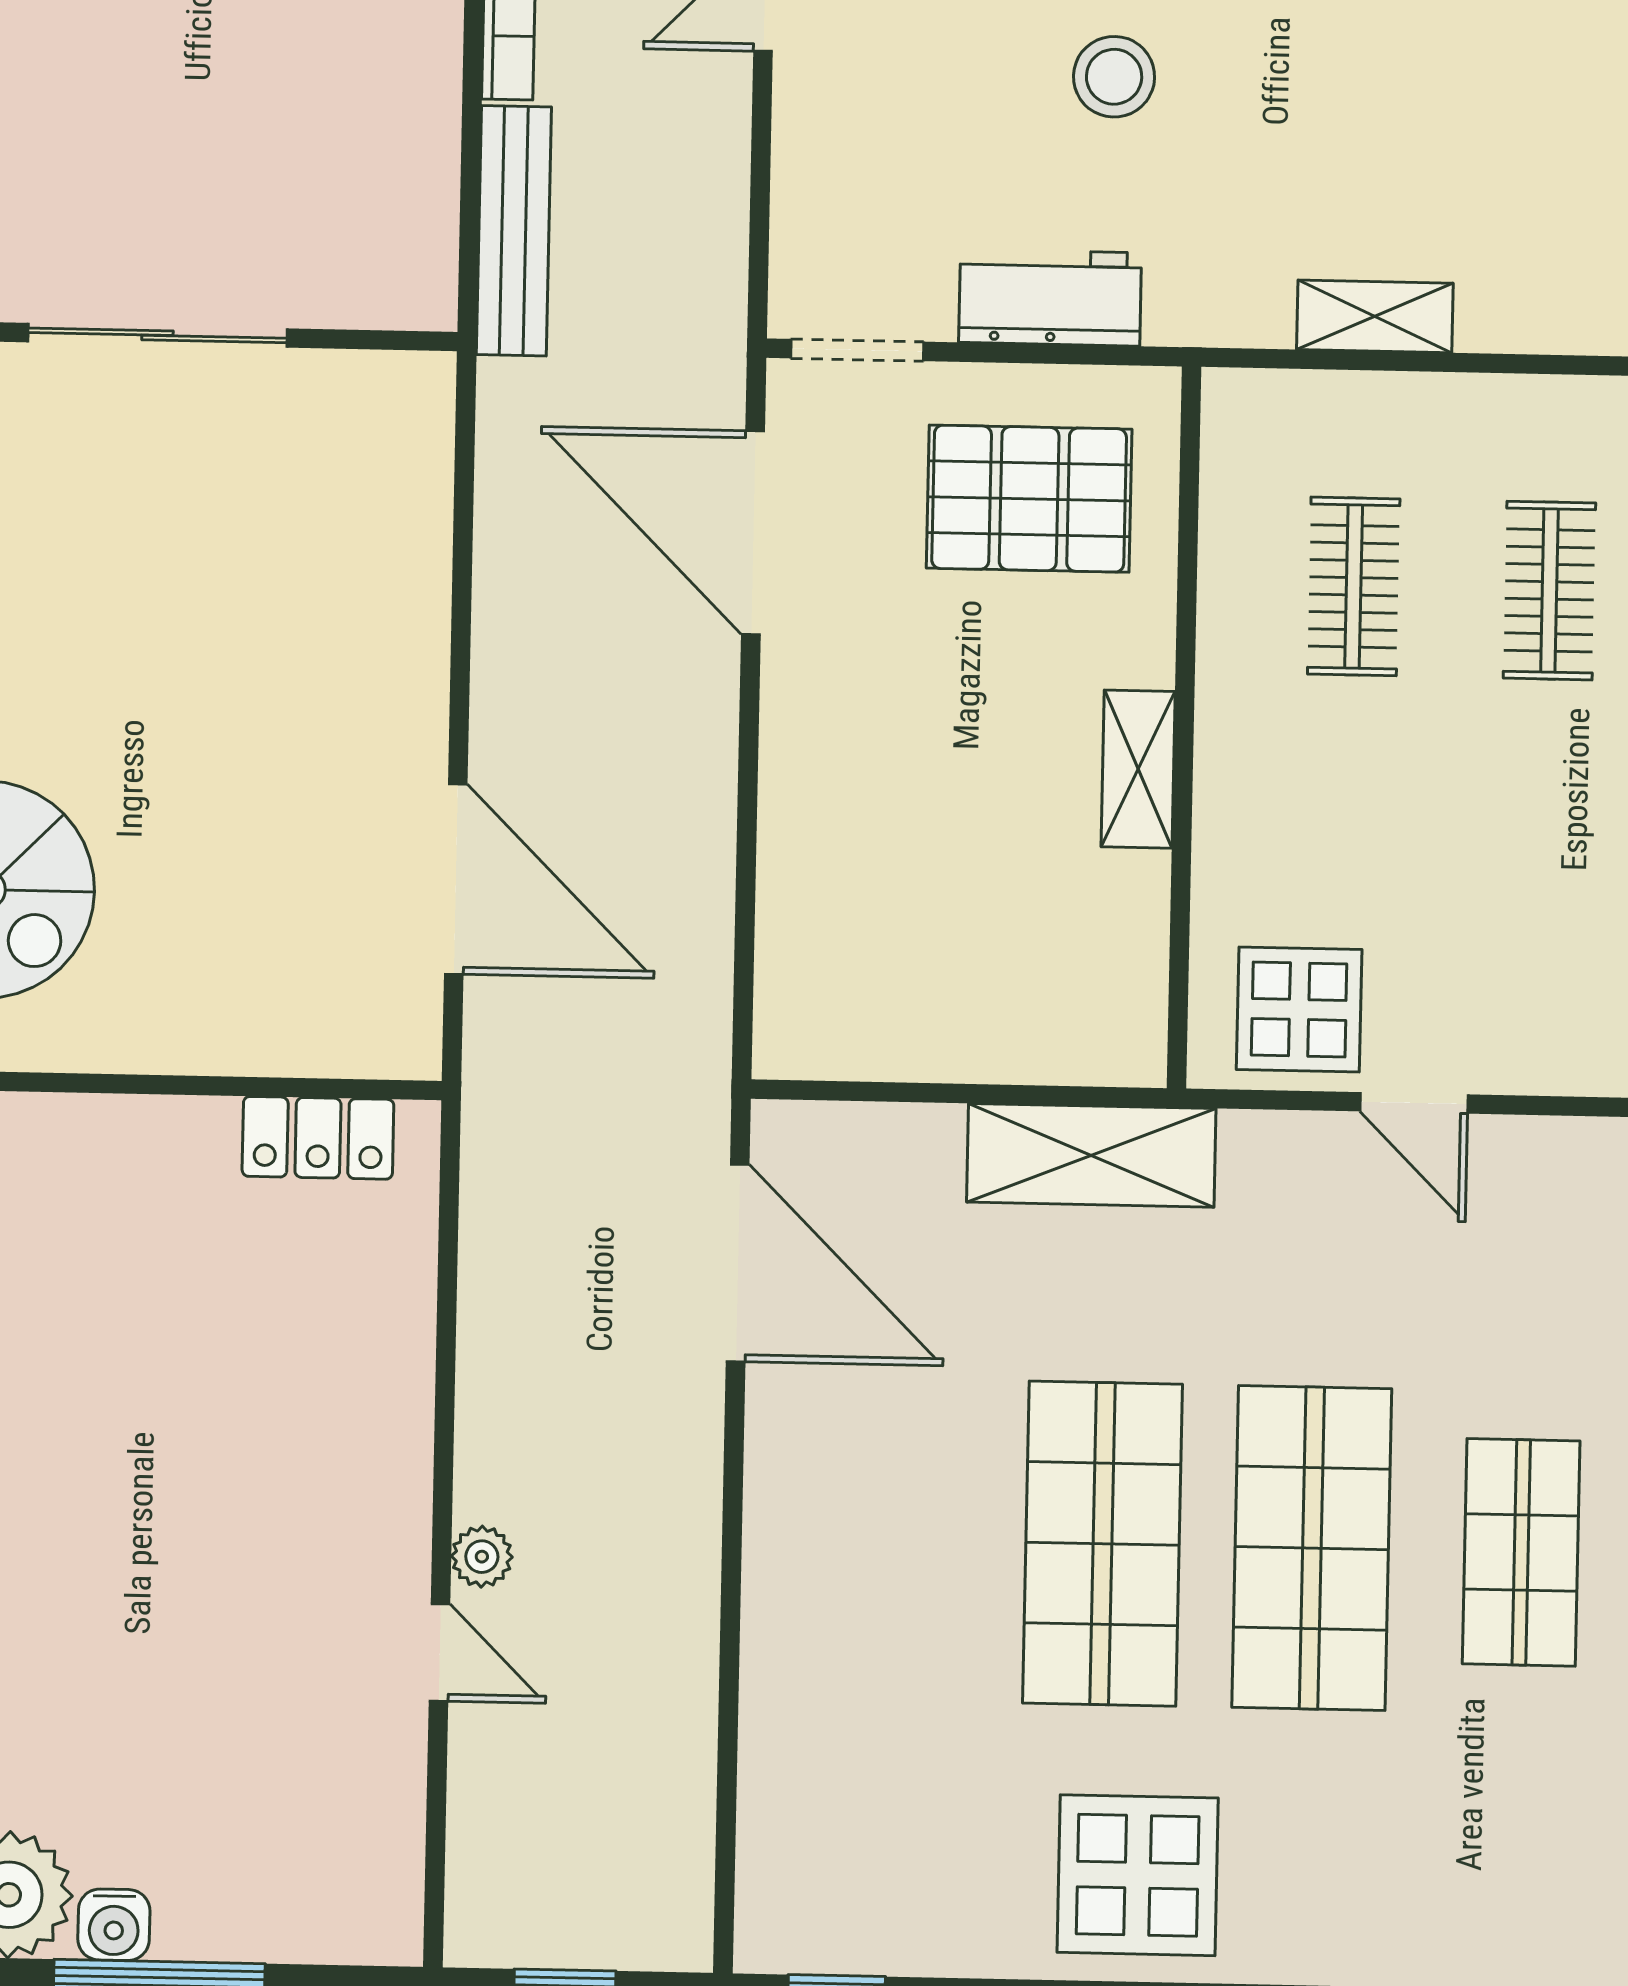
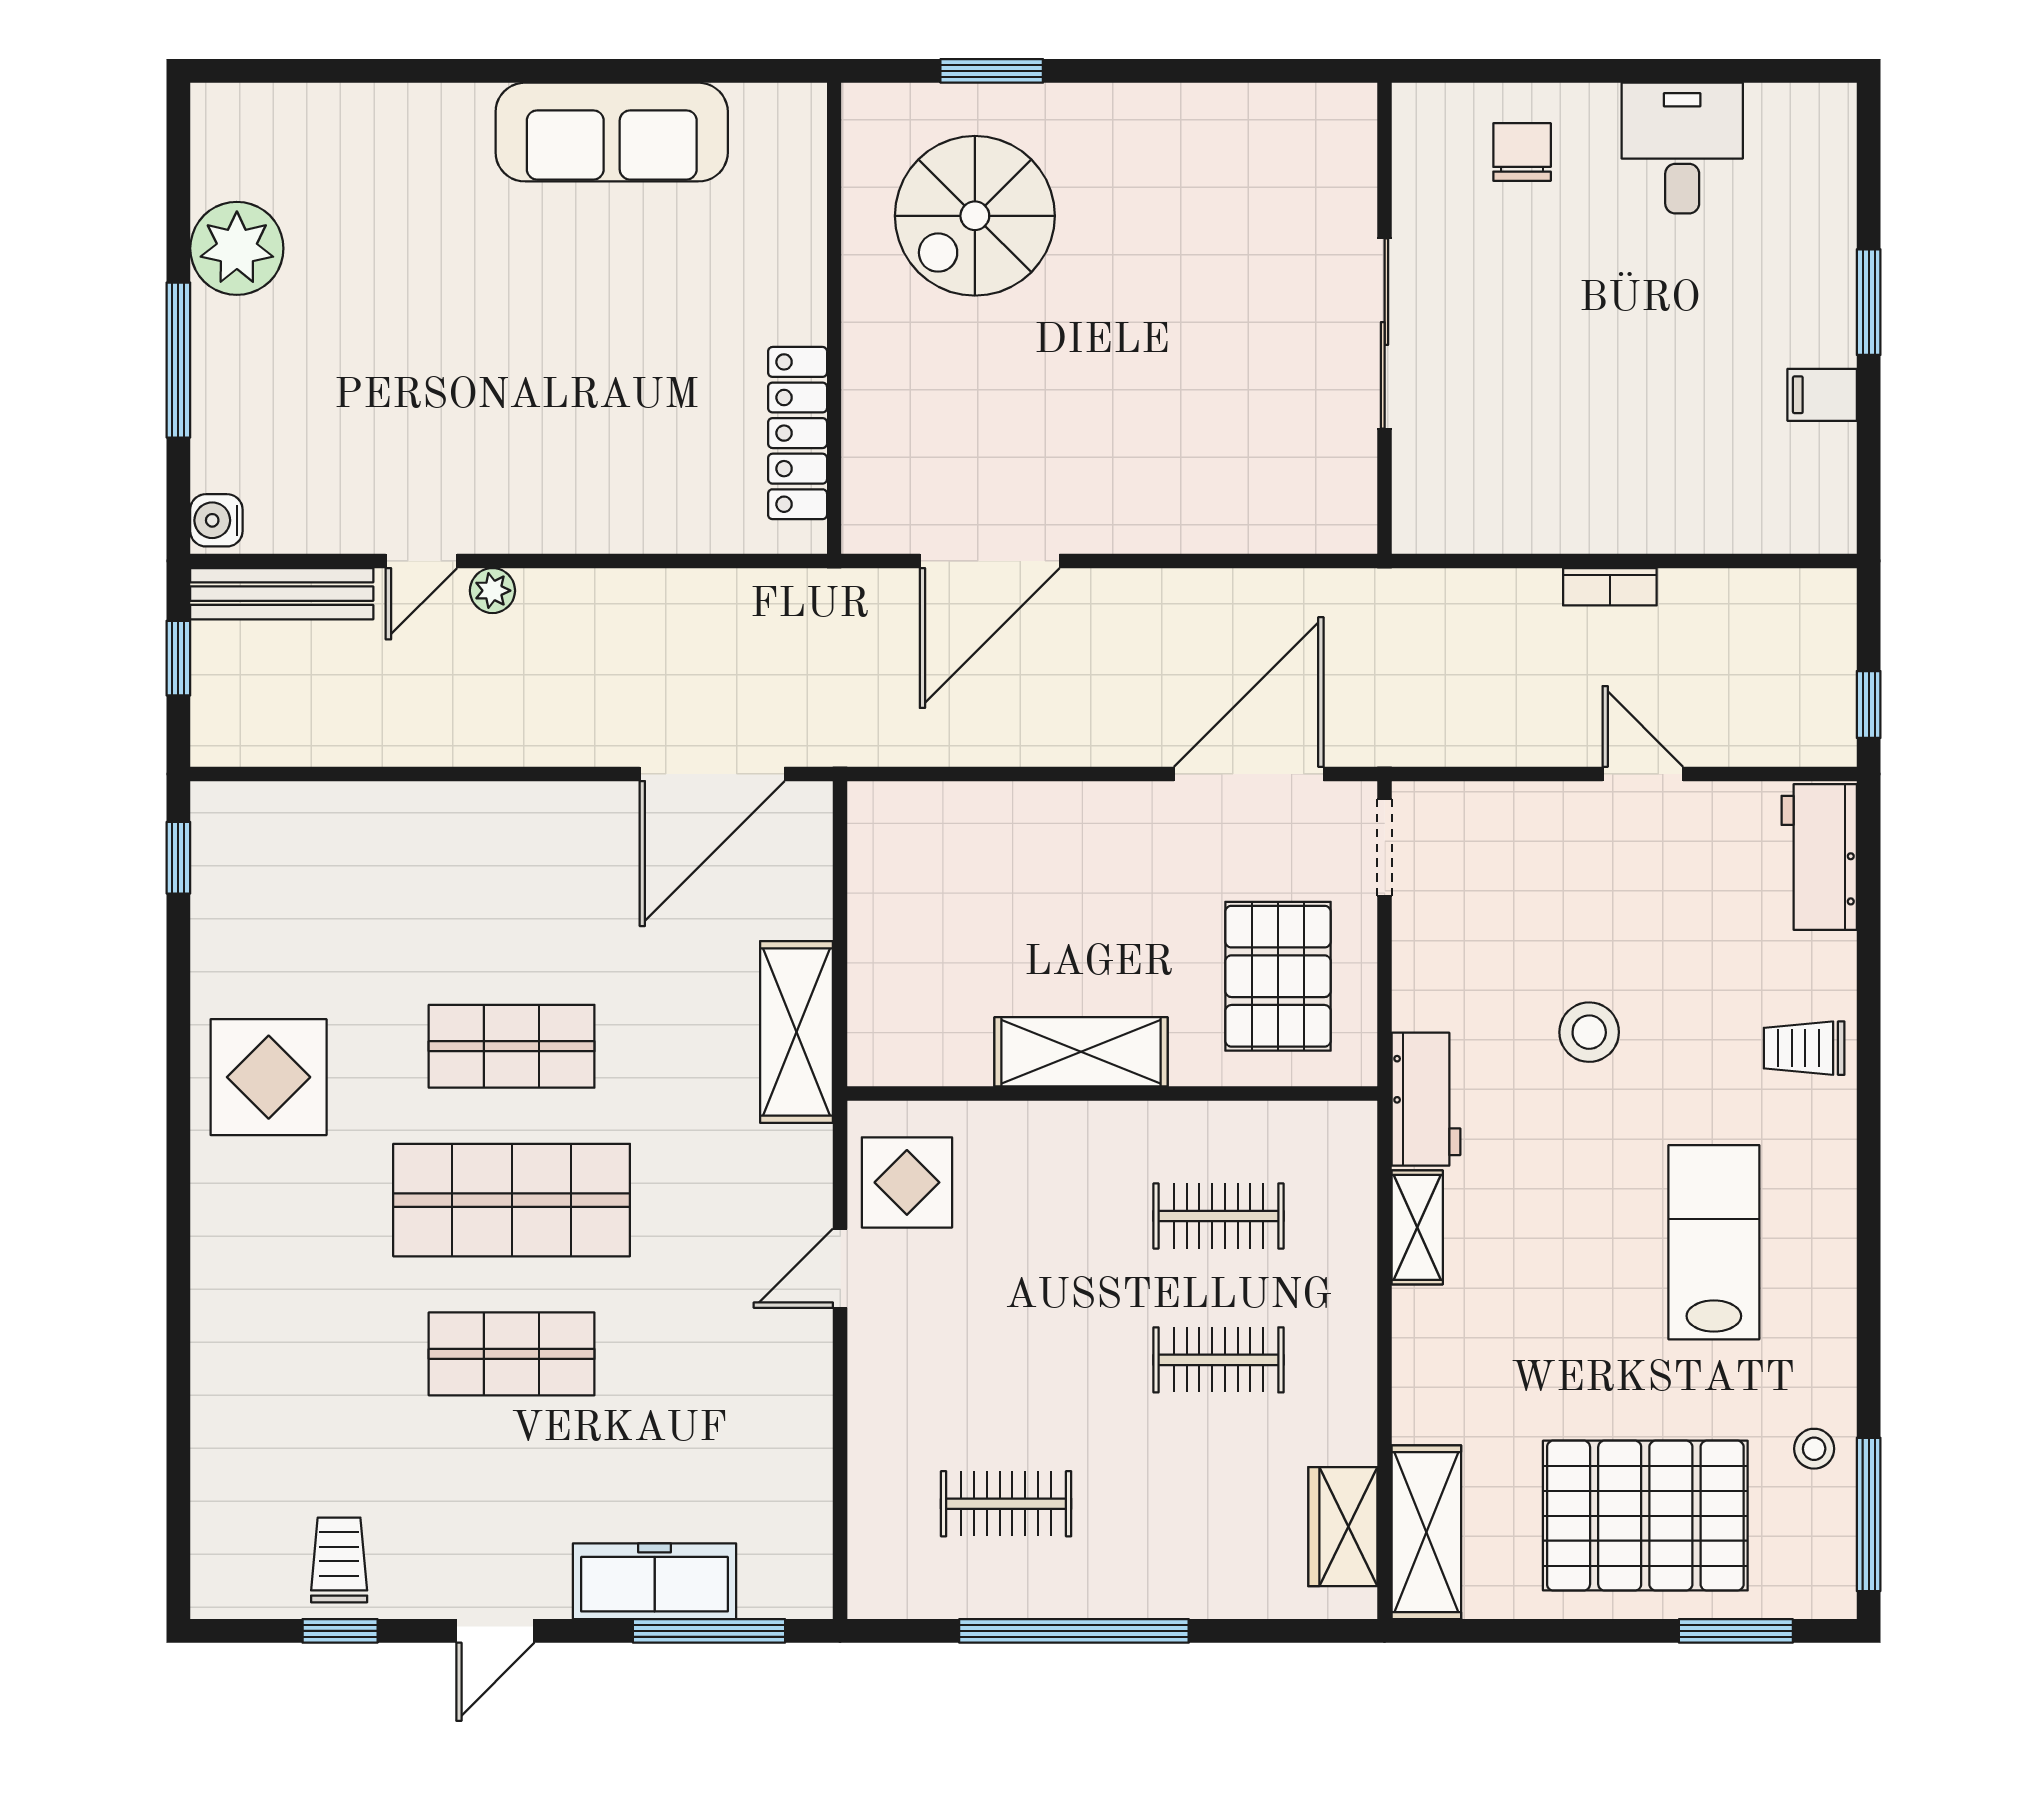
bench: (514, 231) -> (282, 594), moved
workbench: (1050, 298) -> (1426, 1099), moved
shelving: (1138, 769) -> (1081, 1052), width x1.50, depth x1.33
locker: (318, 1138) -> (798, 433), width x1.53
shop shelf: (1102, 1544) -> (512, 1046), width x0.70, depth x0.74
water cooler: (114, 1925) -> (216, 520), moved

